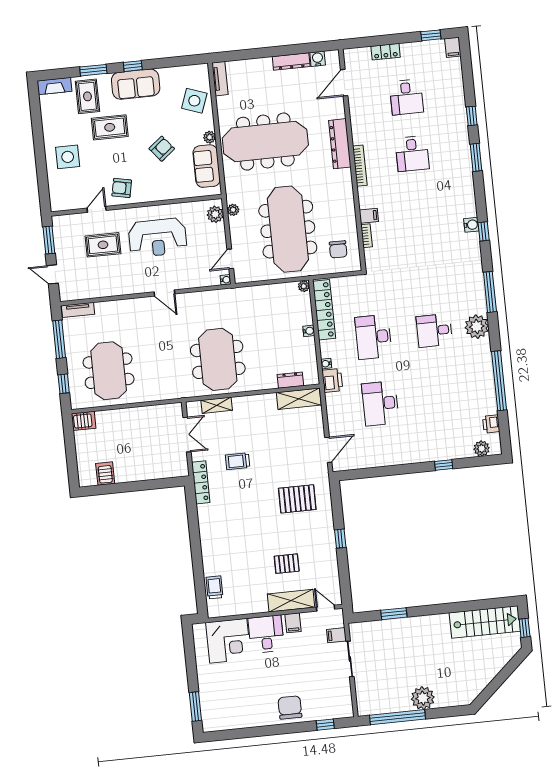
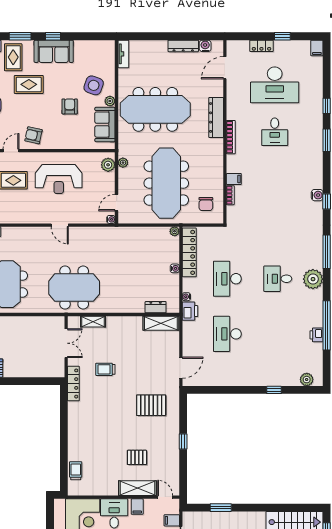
window: (431, 35) -> (282, 36), moved
desk: (406, 97) -> (275, 85), width x1.87, depth x1.30
side table: (194, 101) -> (94, 85), moved
armchair: (162, 149) -> (70, 106), turned -51
meeting table: (218, 359) -> (74, 288), moved, turned 90
printer: (491, 424) -> (317, 335), moved

